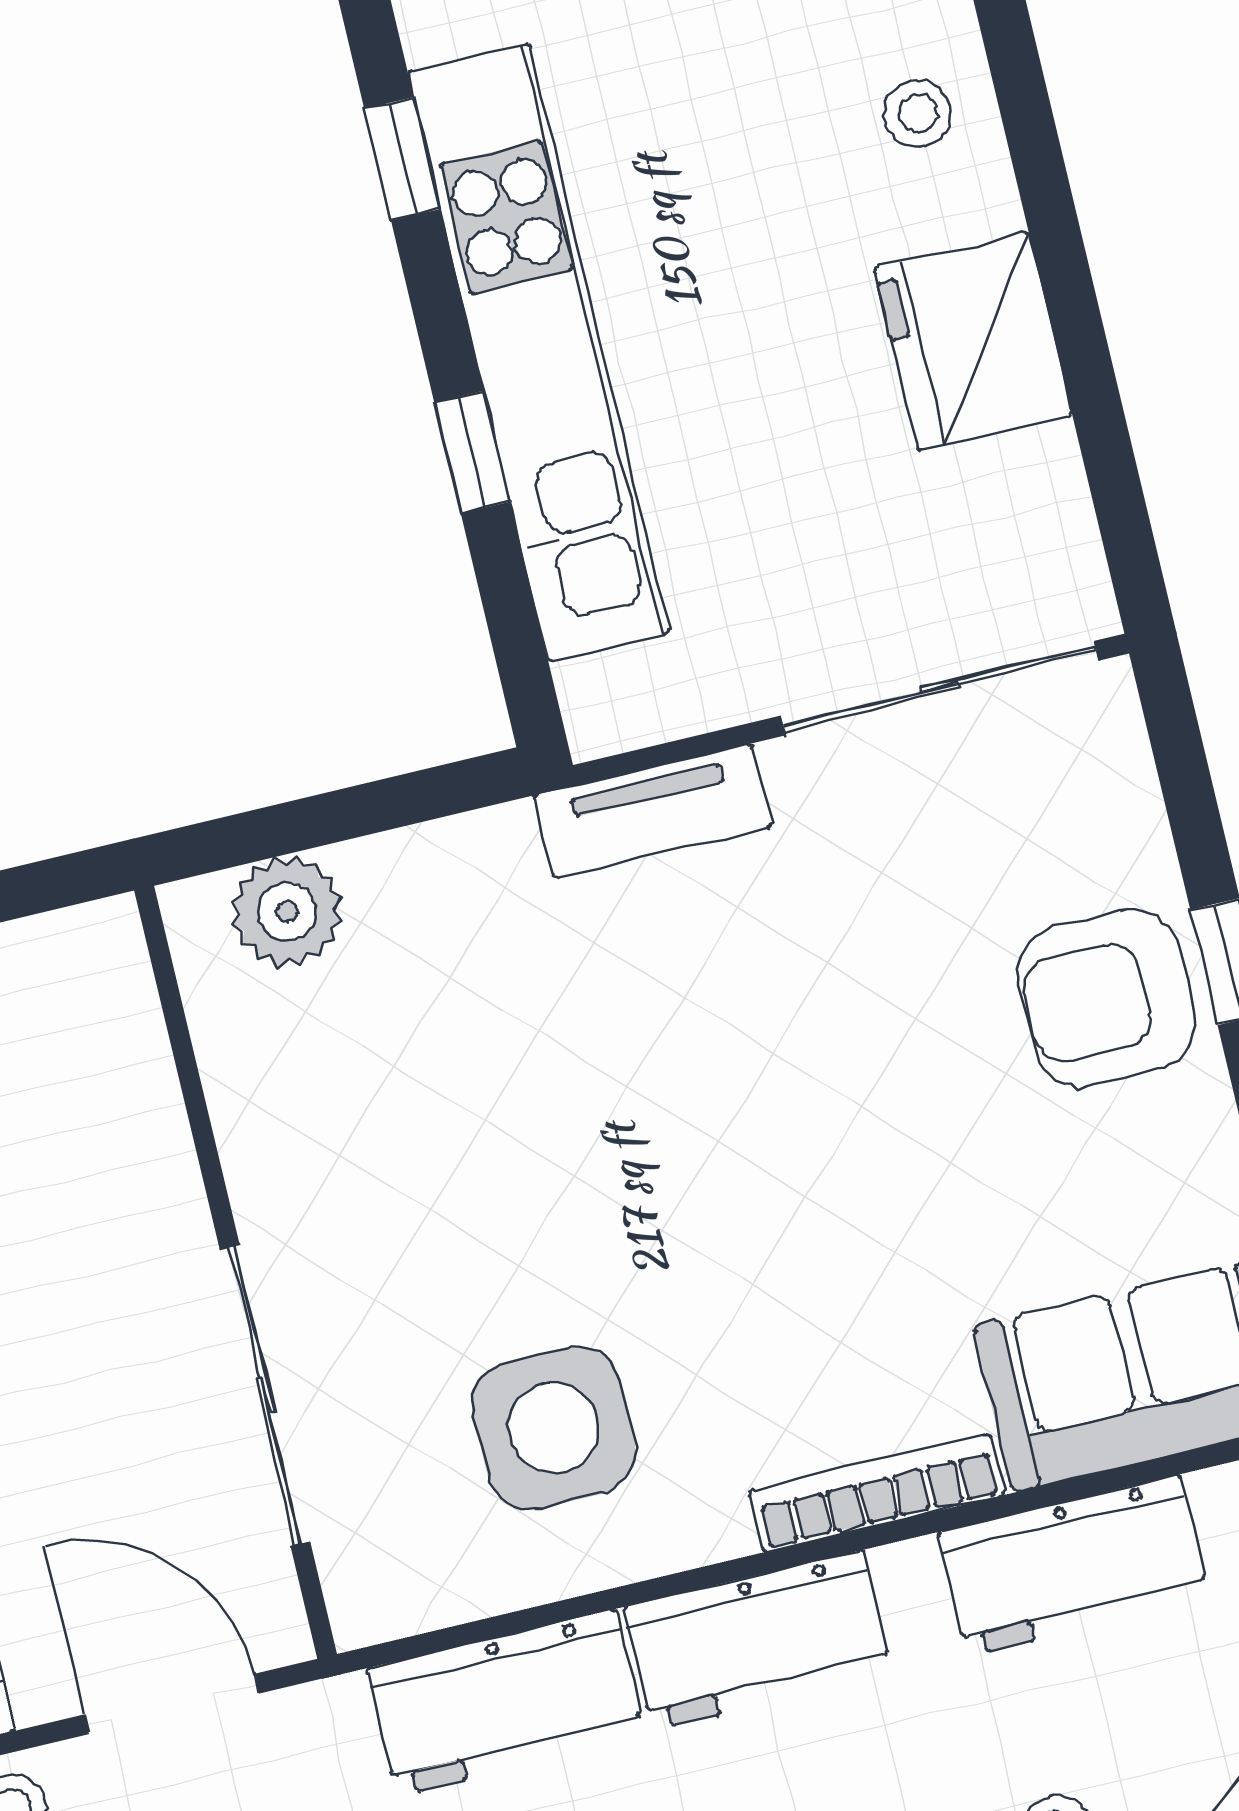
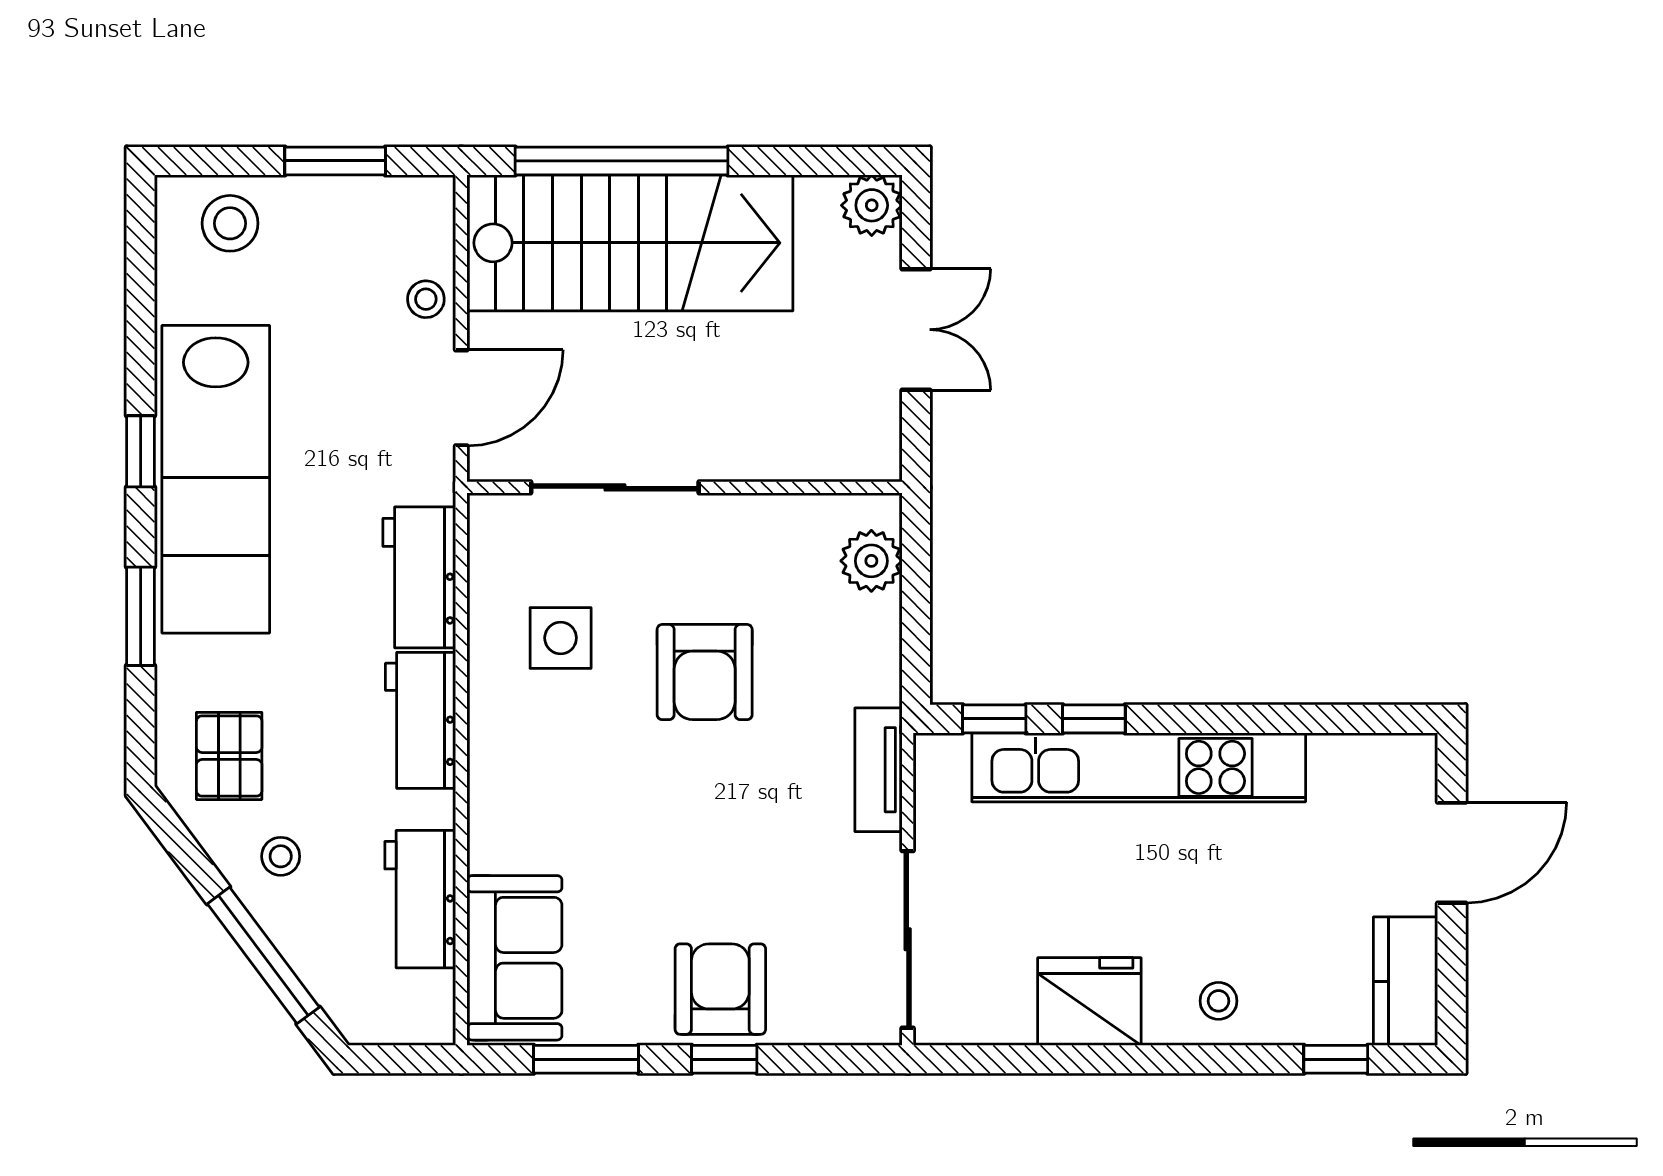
window: (402, 159) -> (994, 719), moved
armchair: (553, 1159) -> (705, 672), added
side table: (554, 1428) -> (561, 638), width x0.73, depth x0.73
bookcase: (877, 1493) -> (484, 803), removed

